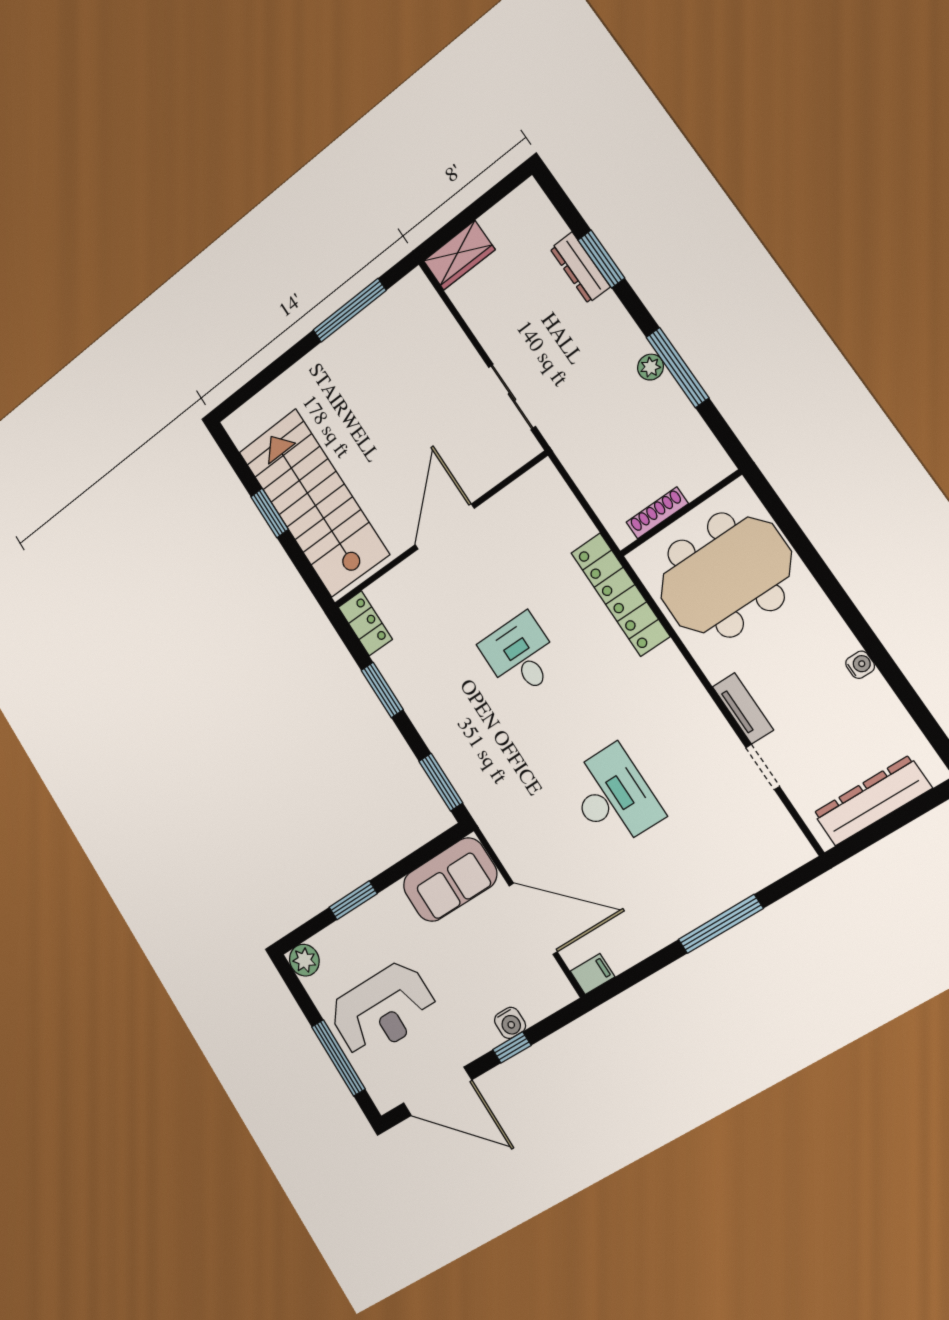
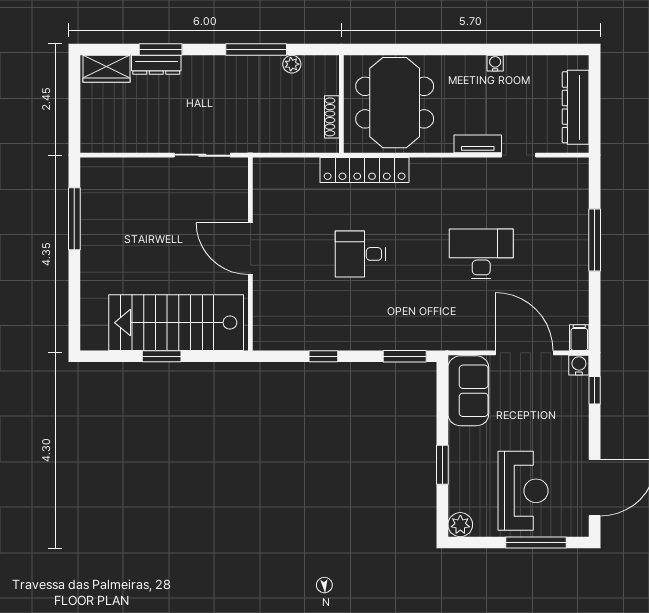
wardrobe: (459, 255) -> (106, 69), moved, turned 90
plant: (651, 367) -> (292, 64), moved
locker: (365, 623) -> (275, 339), removed
window: (382, 690) -> (323, 356), width x0.67
door: (533, 919) -> (524, 353), hinge flipped
water cooler: (510, 1023) -> (579, 365), moved, turned -90
window: (512, 1047) -> (595, 390), moved

